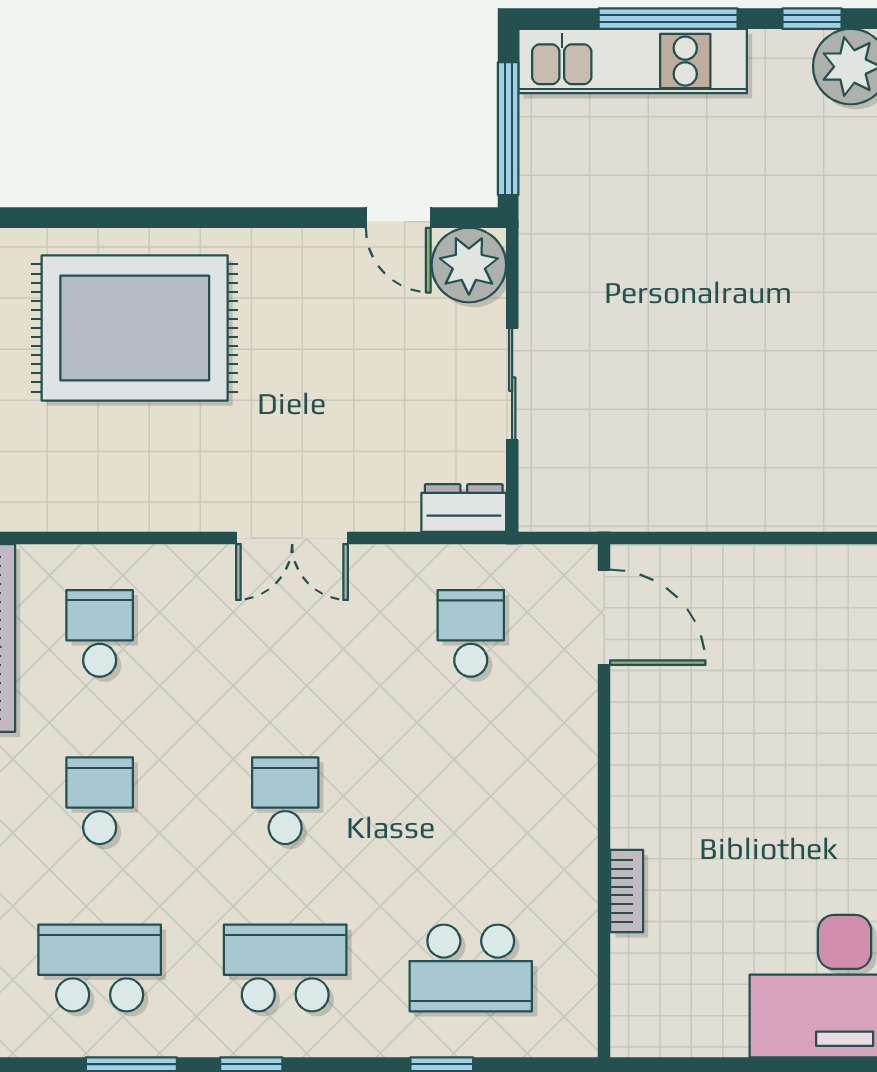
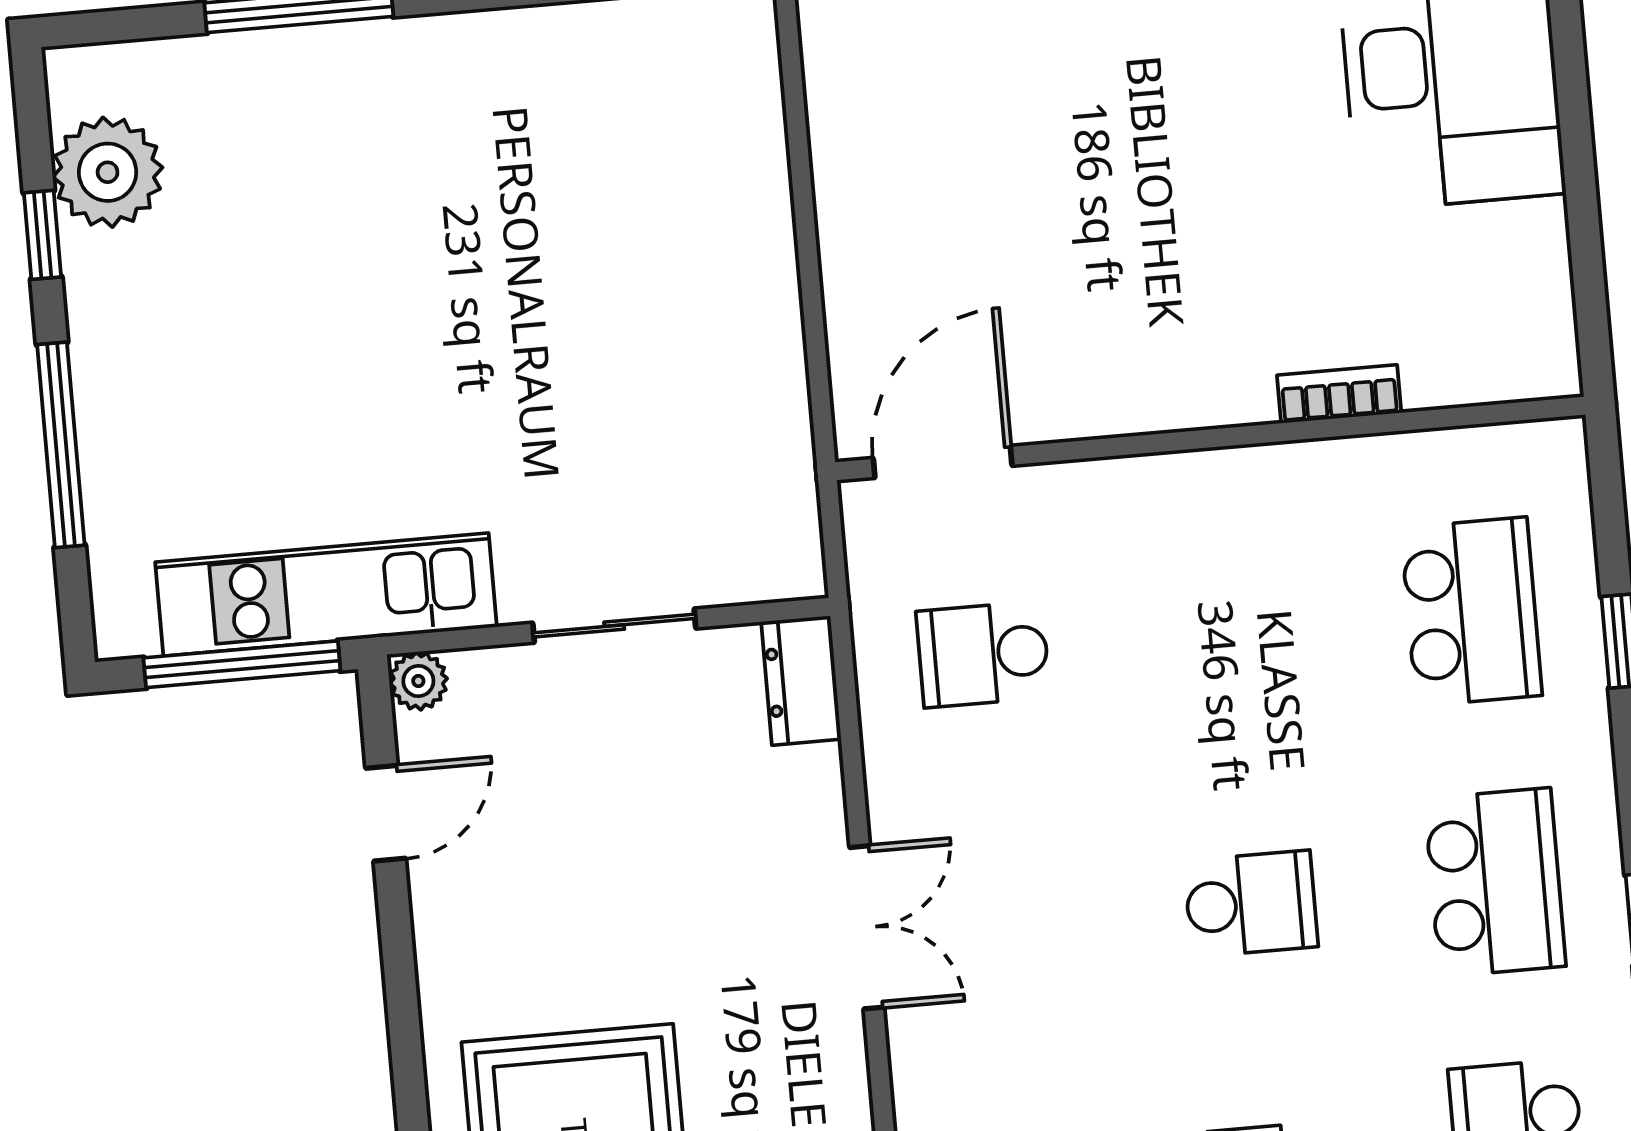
kitchen unit: (633, 61) -> (326, 594), moved, turned -90
plant: (469, 265) -> (418, 681), width x0.53, depth x0.53
school desk: (285, 801) -> (1251, 904), turned 180
school desk: (285, 968) -> (1495, 882), turned 180

